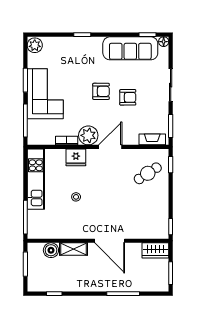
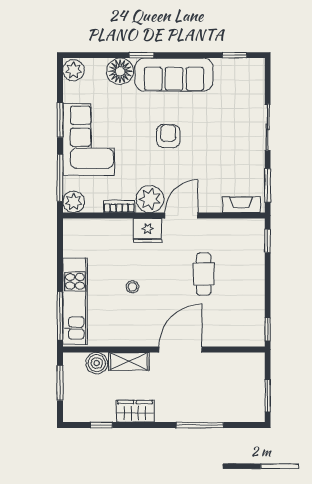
floor lamp: (164, 42) -> (120, 71), moved, width x1.89, depth x1.89
sofa: (130, 48) -> (174, 75), moved
armchair: (101, 91) -> (168, 136), turned -90
armchair: (128, 97) -> (207, 145), removed
plant: (35, 137) -> (74, 202), added
fridge: (76, 157) -> (147, 230), moved
cafe table: (148, 173) -> (204, 274), moved, turned -57
kitchen unit: (36, 179) -> (75, 301), moved
door: (110, 241) -> (181, 350), swing flipped
wardrobe: (155, 250) -> (135, 411), moved, turned 180

